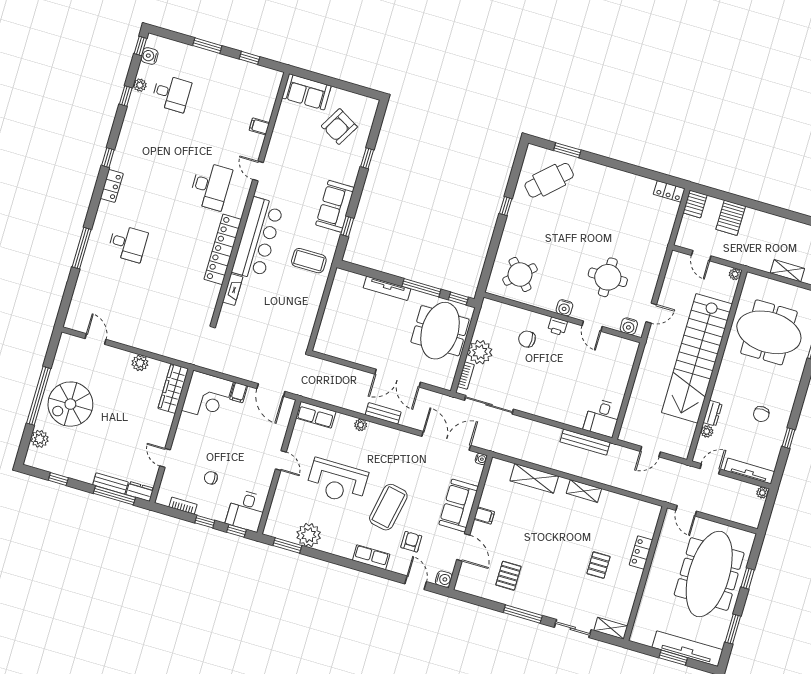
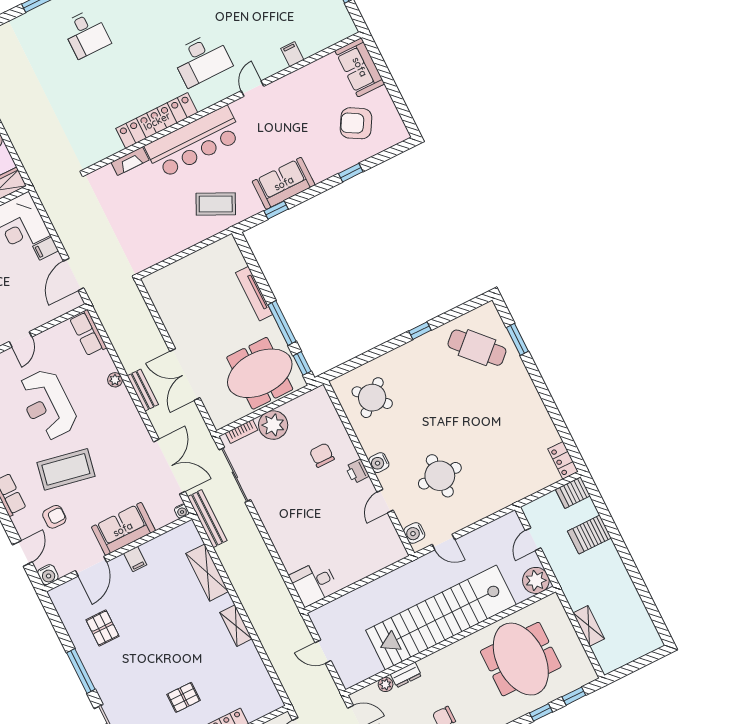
coffee table: (309, 261) -> (216, 204), turned -64
plant: (735, 274) -> (536, 580), width x1.88, depth x1.88
bench: (585, 442) -> (207, 519), moved
pallet: (508, 576) -> (103, 628), turned 90

